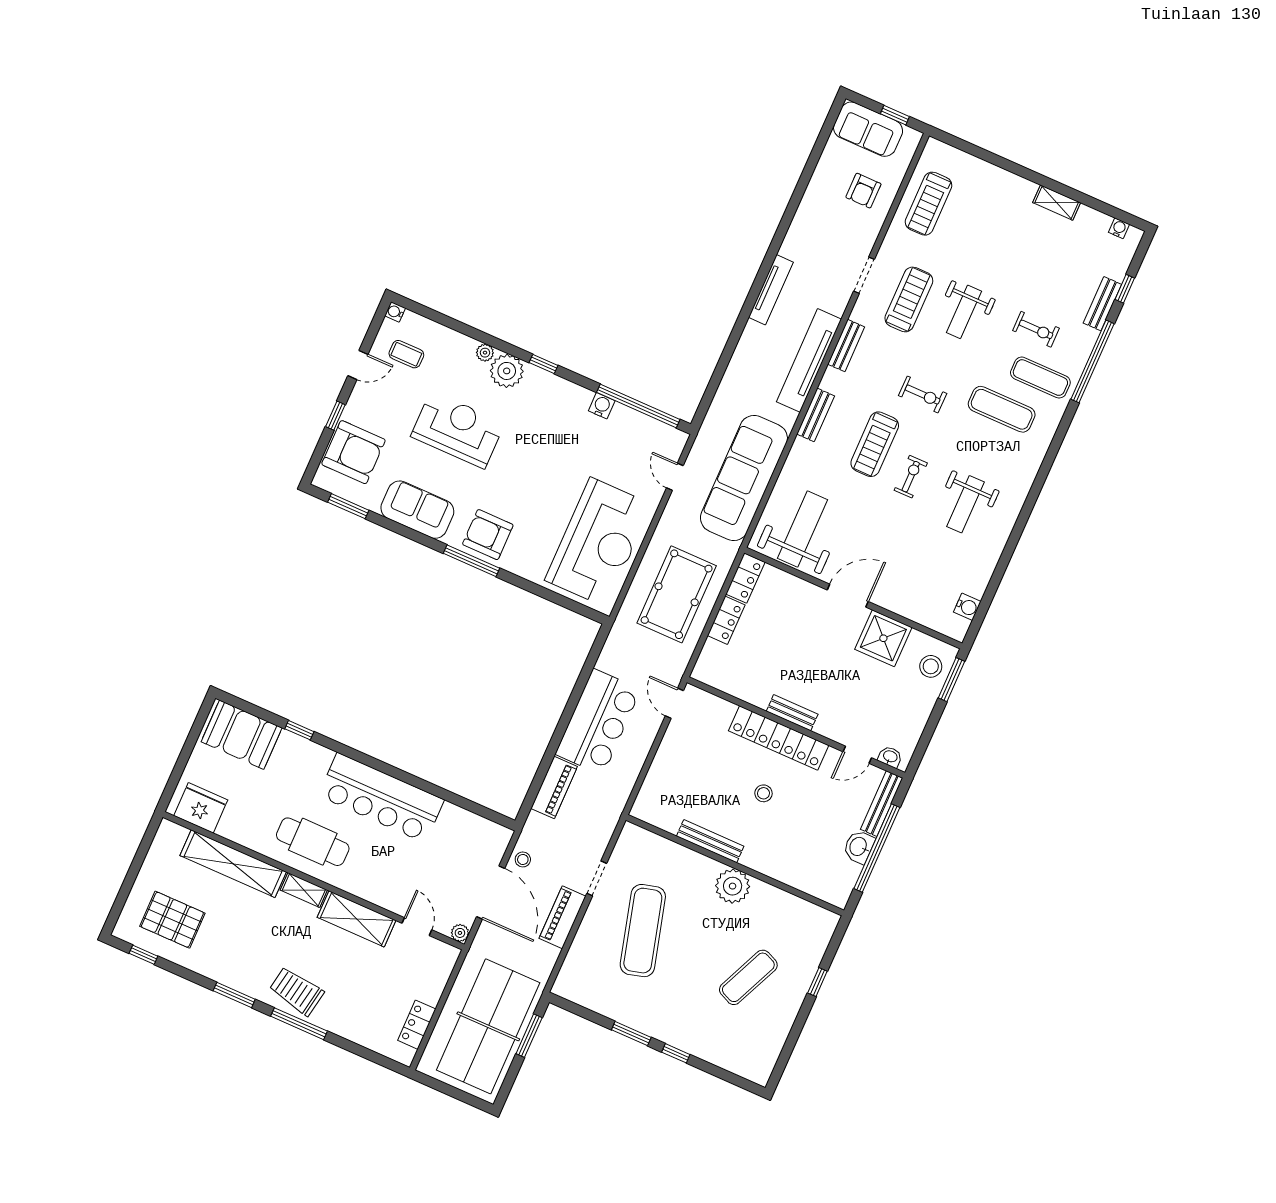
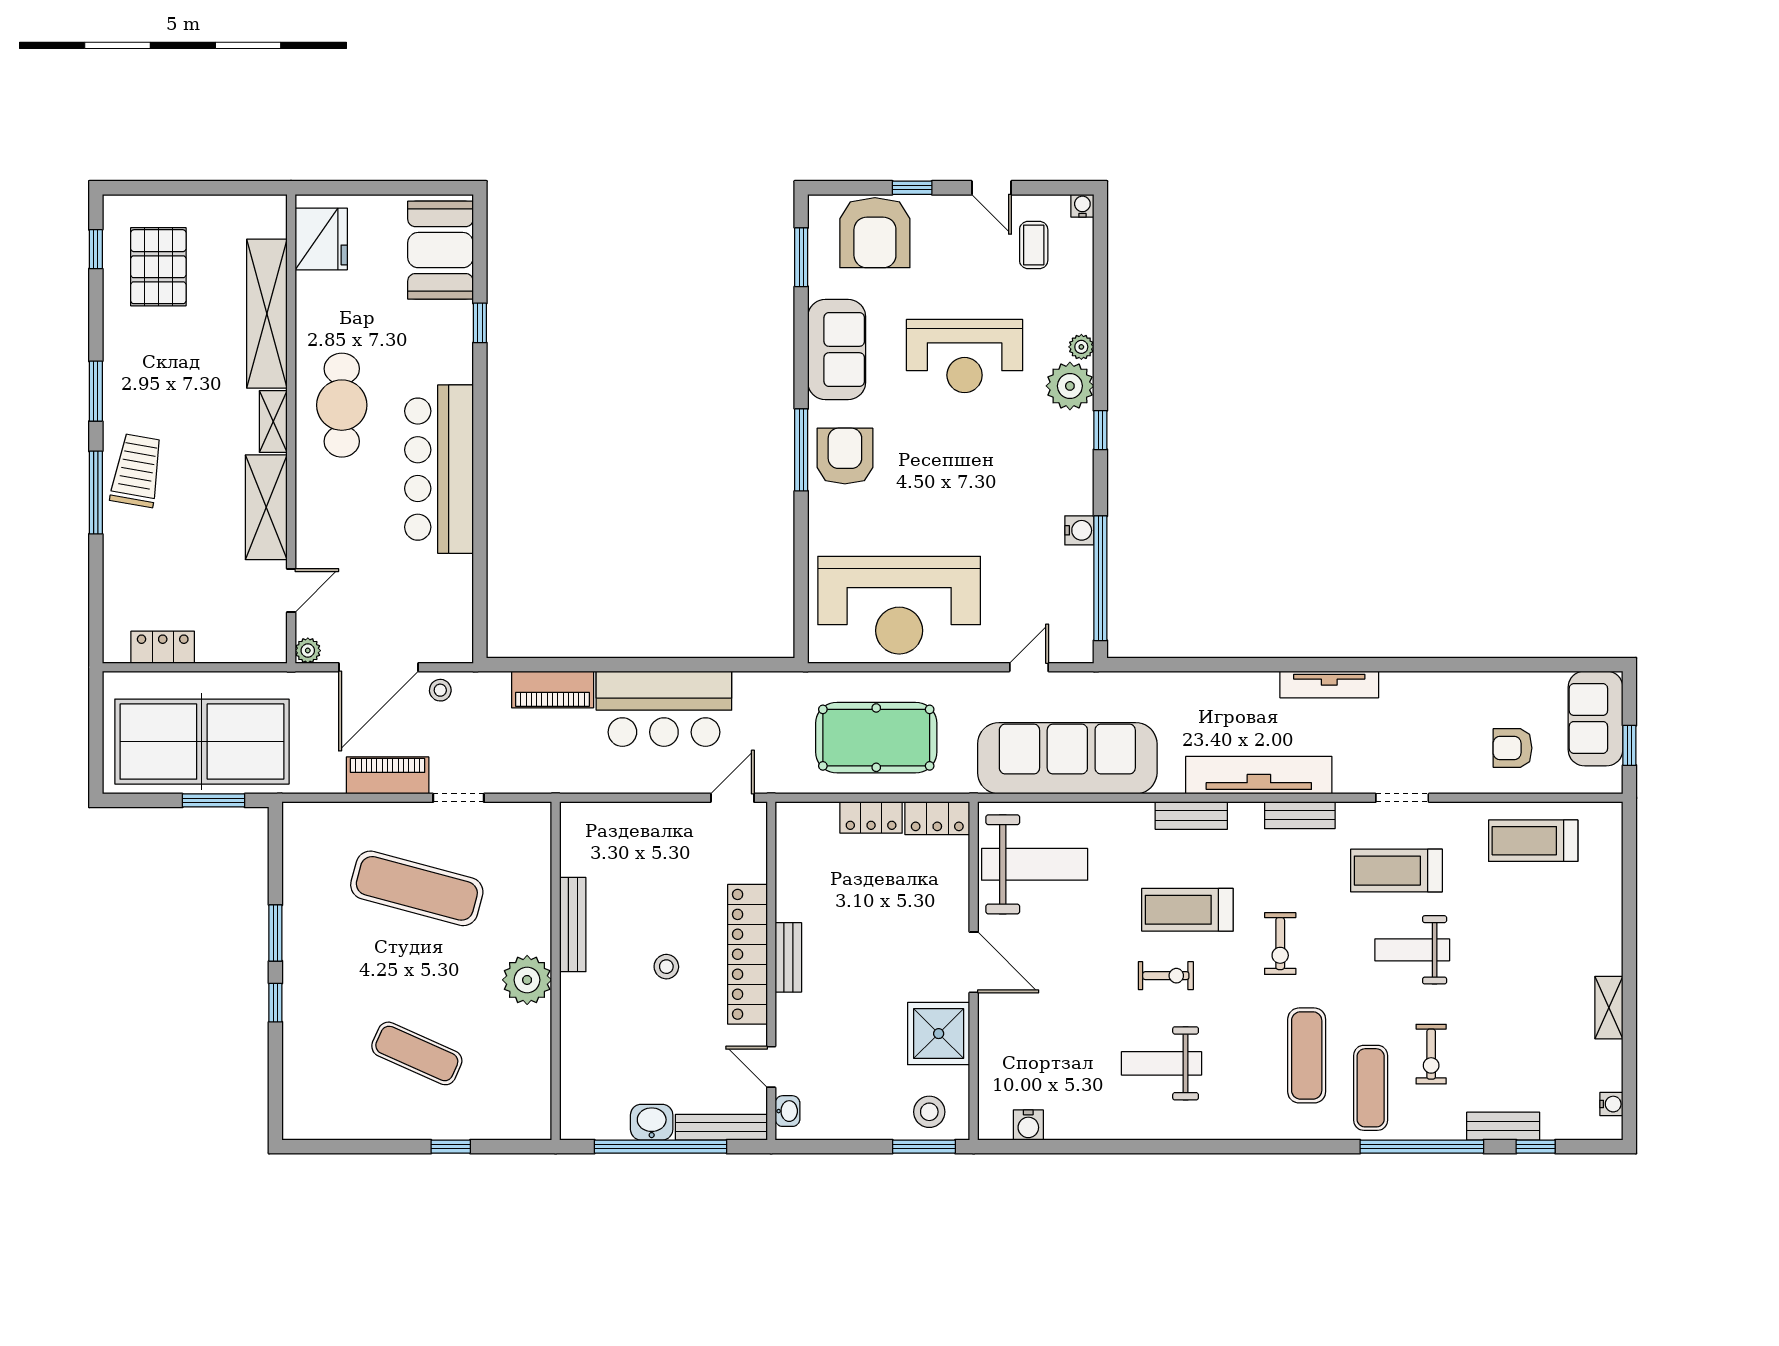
treadmill: (909, 299) -> (1396, 871), turned 180
reception desk: (458, 430) -> (965, 356), turned 90
exercise mat: (643, 931) -> (417, 888), turned 30

